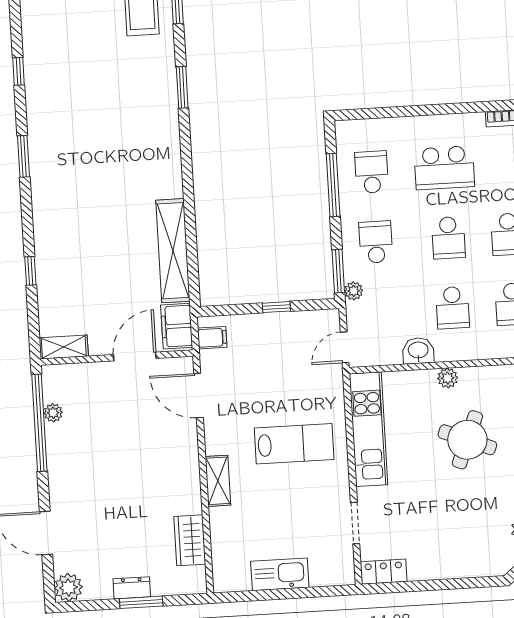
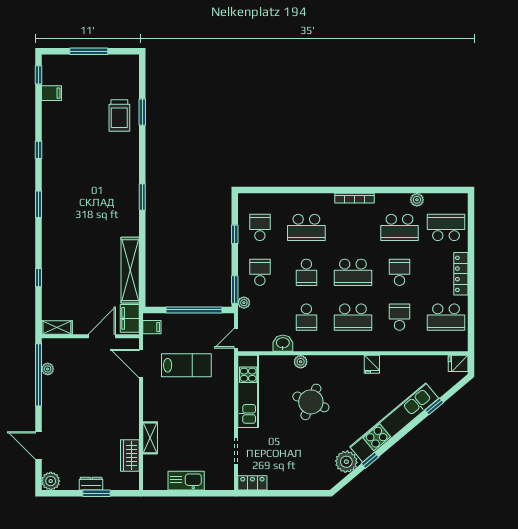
window: (182, 87) -> (142, 197), moved
window: (333, 185) -> (235, 234), width x0.46
window: (276, 307) -> (194, 310), width x3.17
lab bench: (294, 444) -> (186, 365), moved
shelving: (218, 481) -> (150, 438), moved

